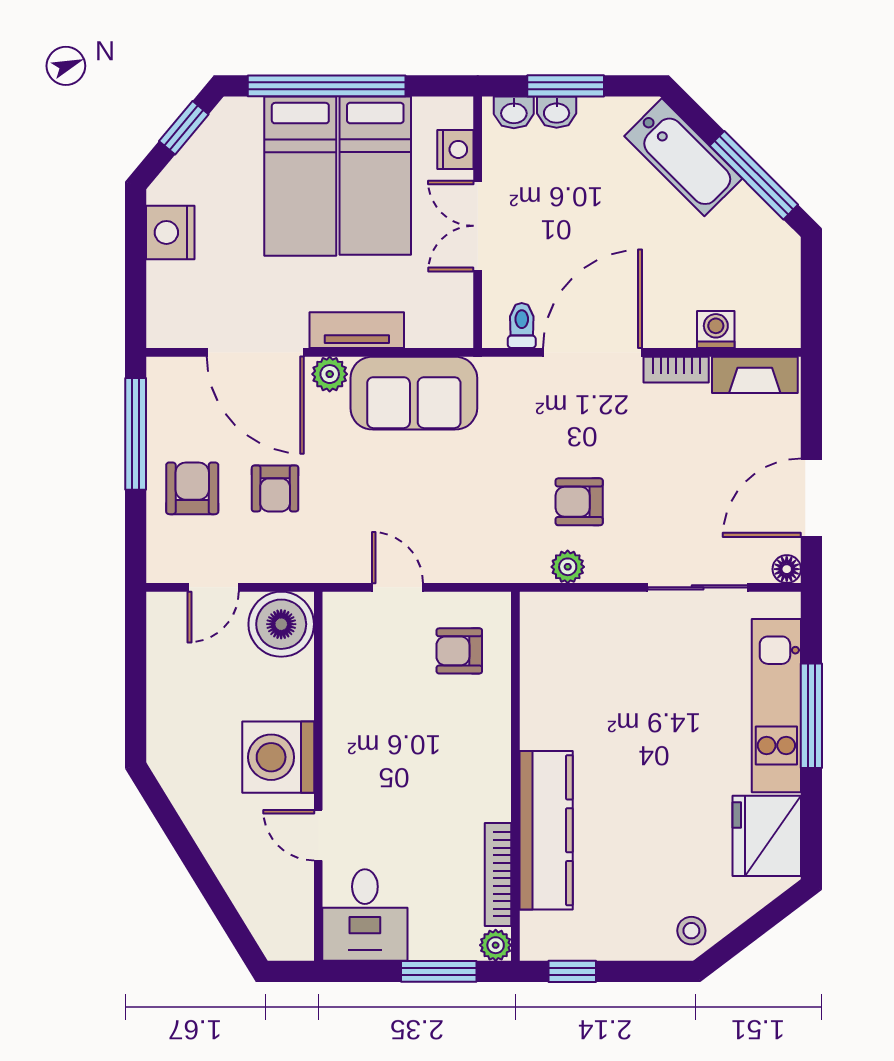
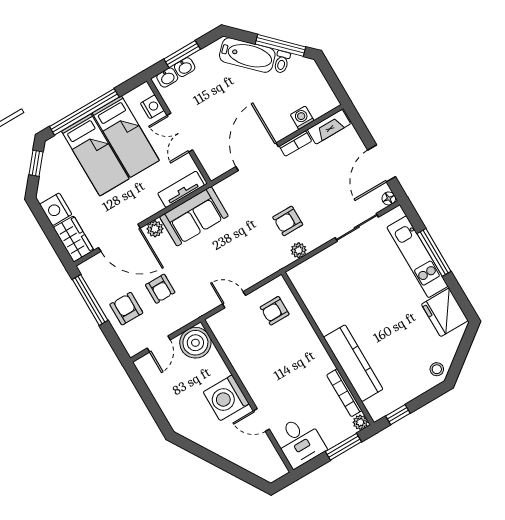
wardrobe: (171, 305) -> (74, 239), added
toilet: (522, 325) -> (282, 62), moved, turned -135
tv unit: (357, 330) -> (181, 189), moved

